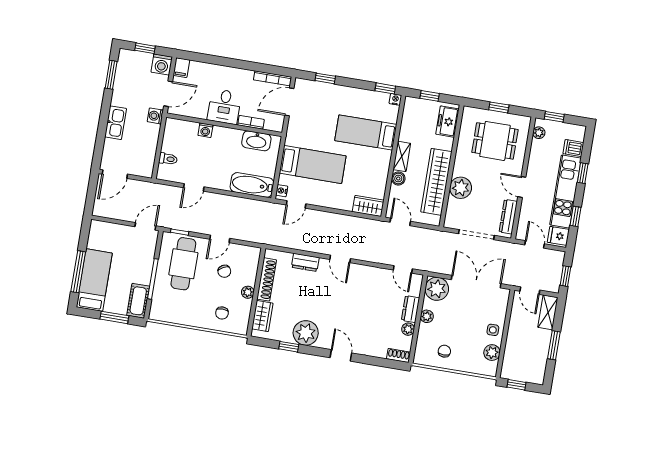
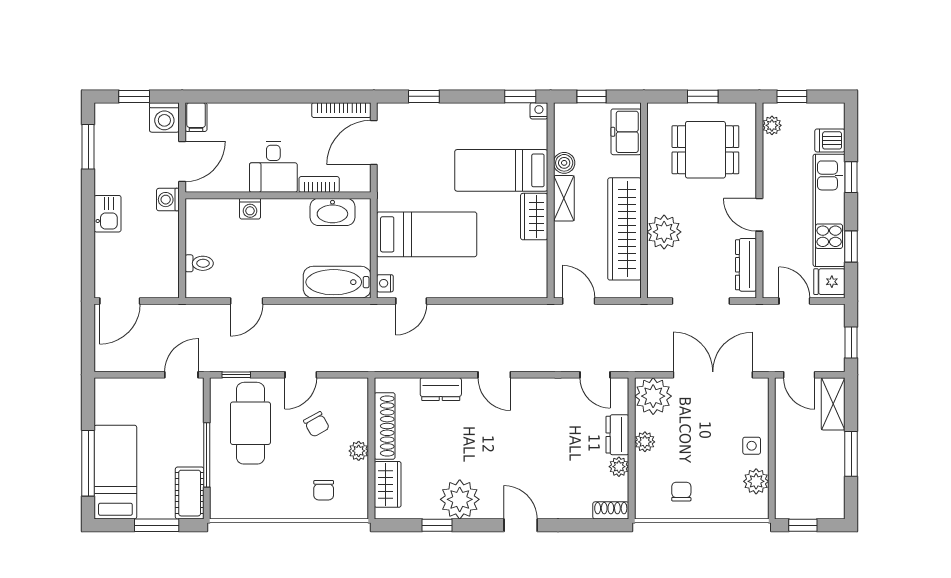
kitchen sink: (116, 123) -> (108, 214), width x0.73
boiler: (398, 179) -> (564, 163), moved
wardrobe: (368, 206) -> (534, 217), moved, turned -90

